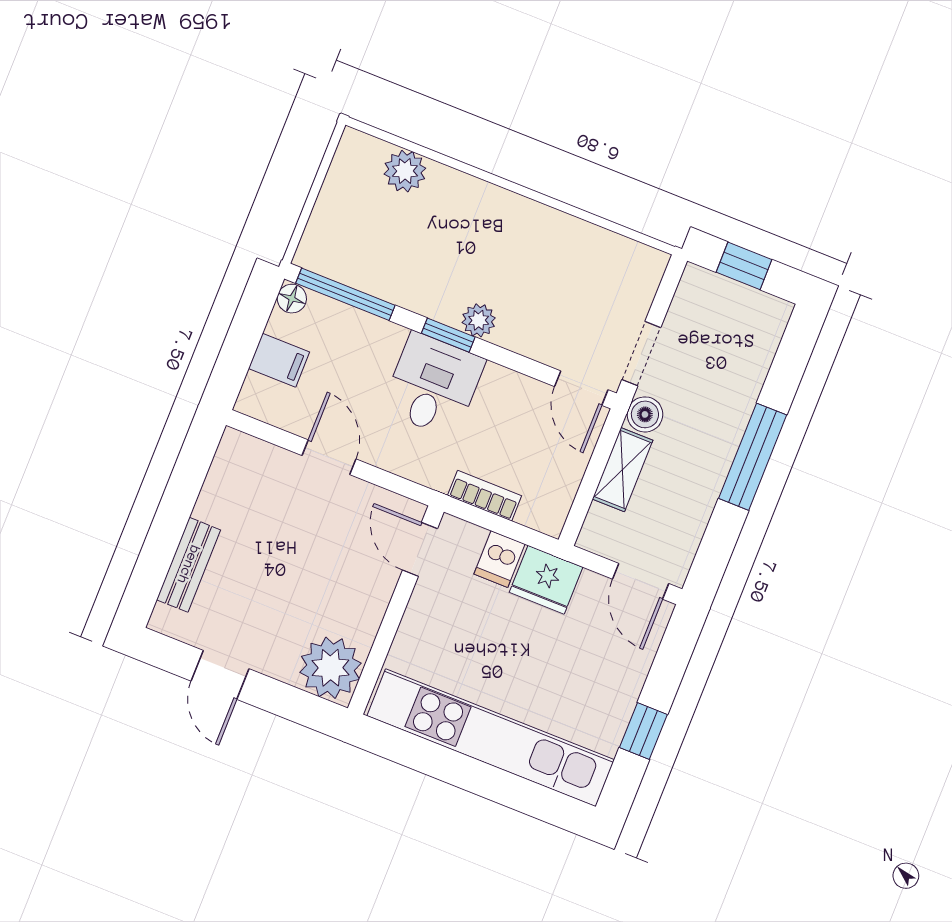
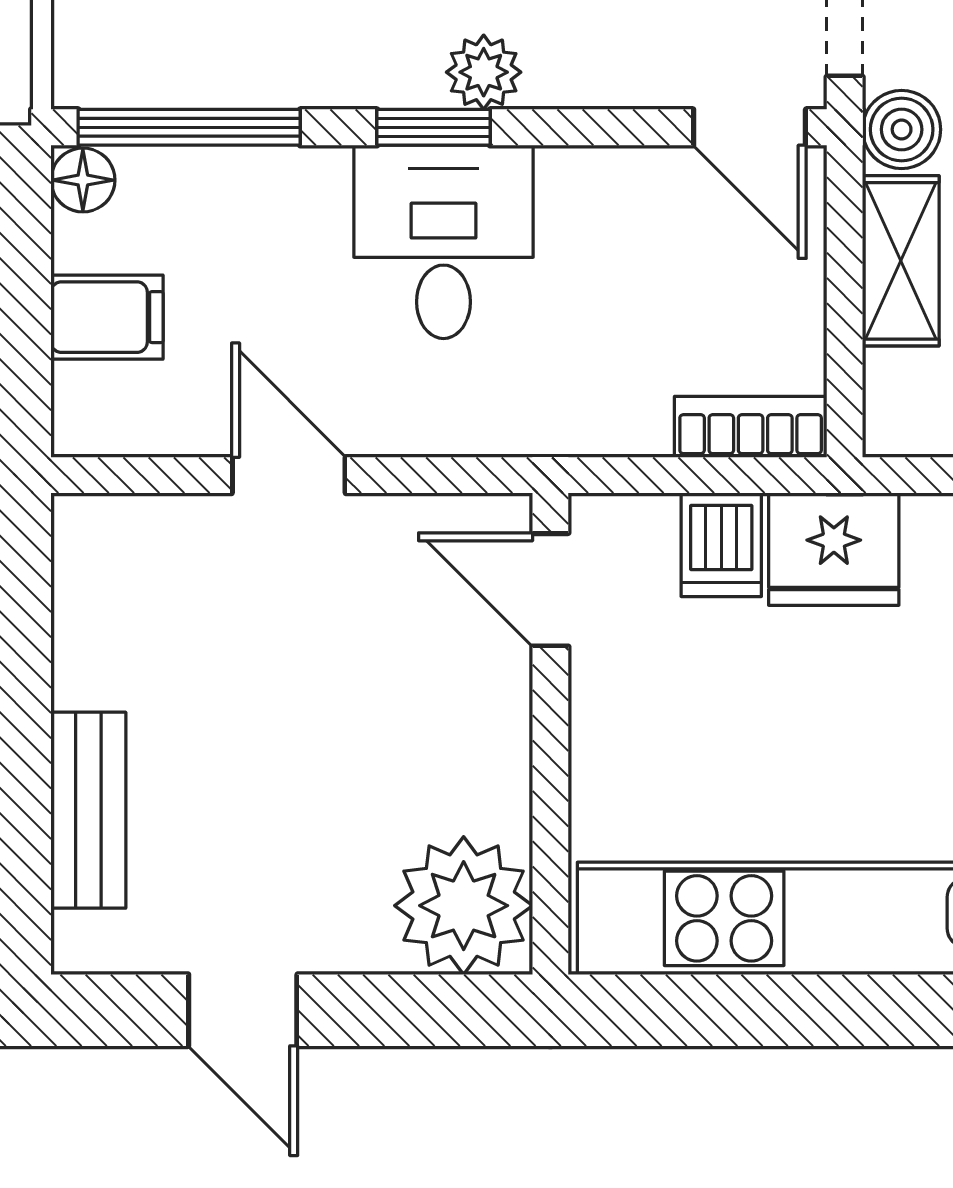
bookcase: (485, 496) -> (751, 427), moved

